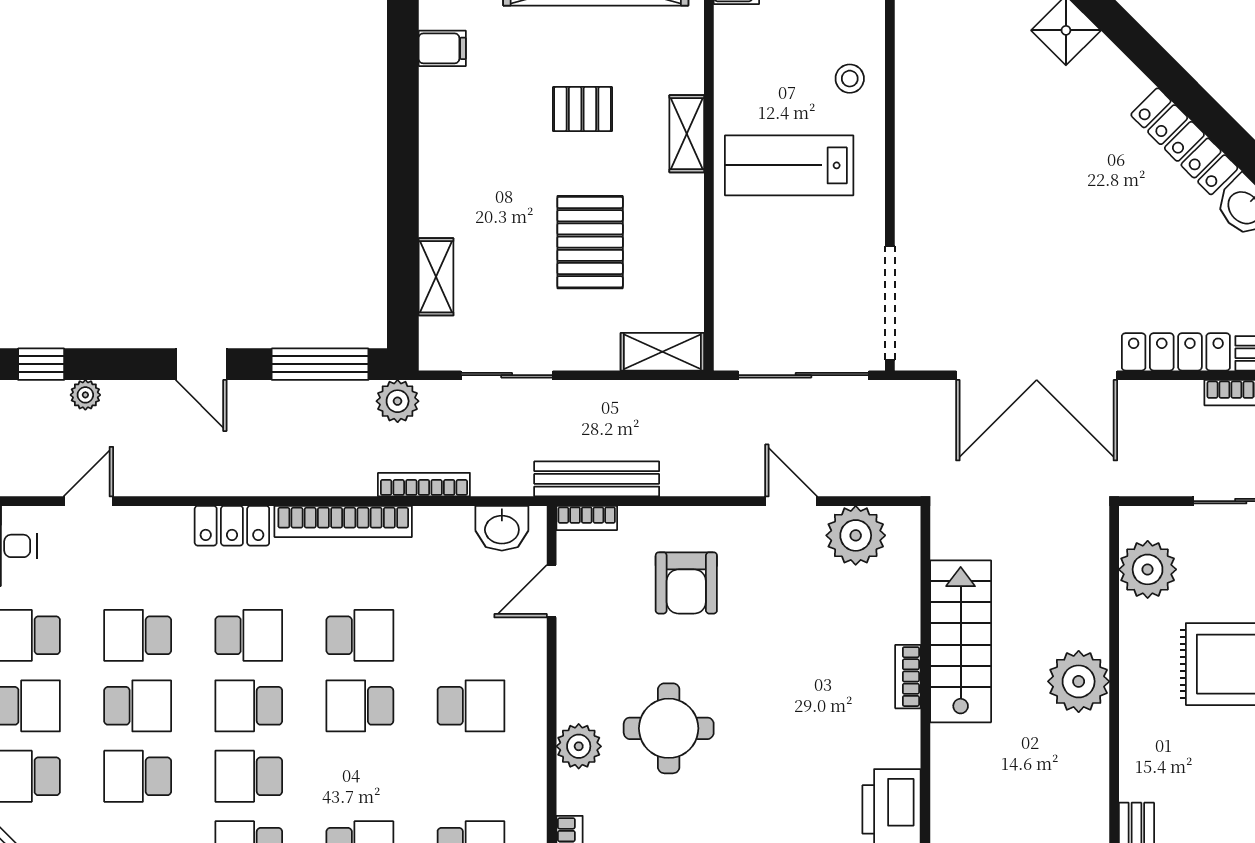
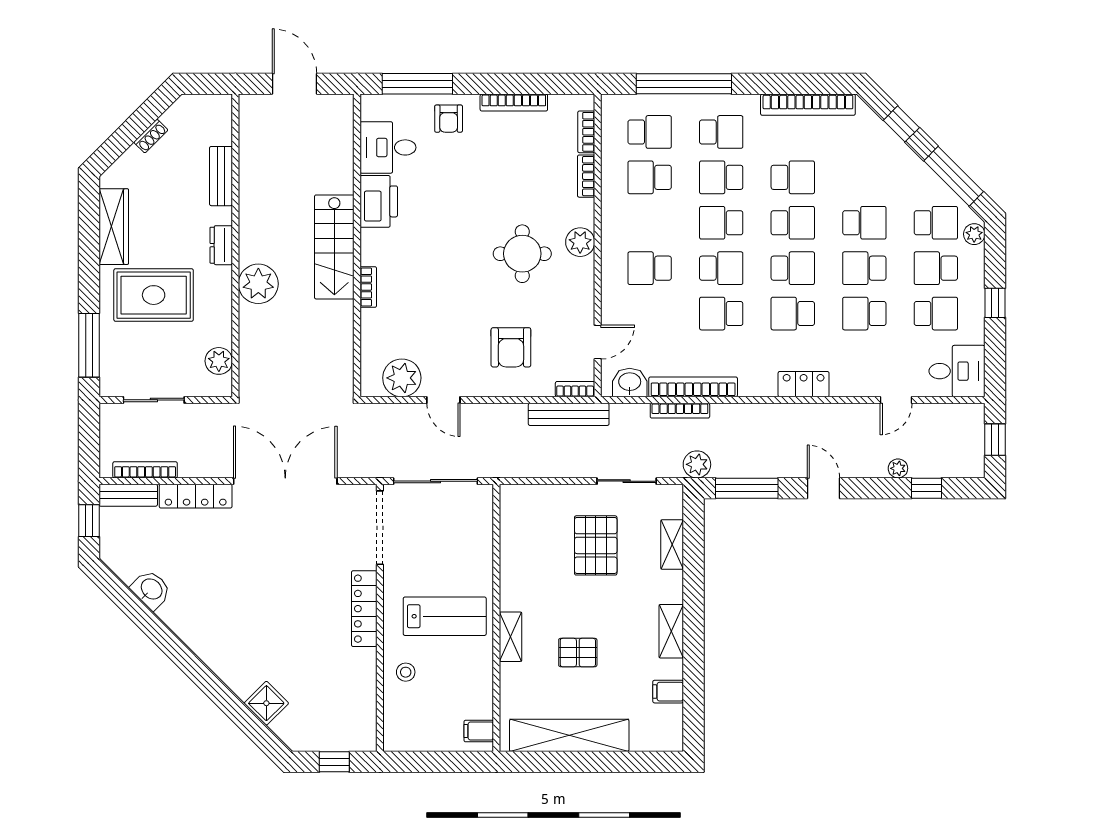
locker: (1184, 141) -> (364, 609), moved, turned -135
pallet: (590, 242) -> (596, 545), moved
shelving: (662, 352) -> (671, 631), moved, turned 90
bookcase: (343, 521) -> (693, 387), moved
plant: (1148, 569) -> (219, 361), width x0.73, depth x0.73
armchair: (686, 583) -> (511, 347), turned 180
school desk: (138, 635) -> (864, 314), turned 180
stairs: (961, 641) -> (334, 247), moved
dresser: (1136, 741) -> (221, 245), added
school desk: (360, 776) -> (721, 223), added

